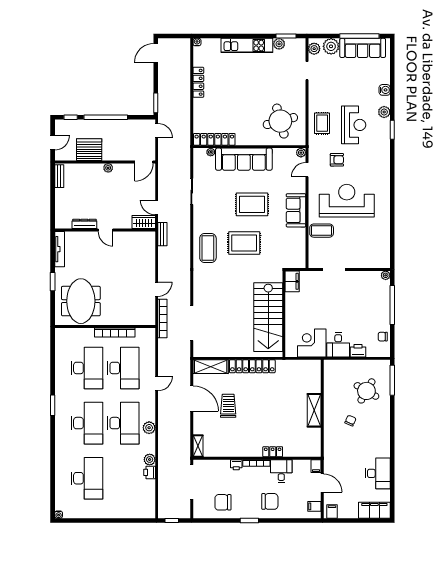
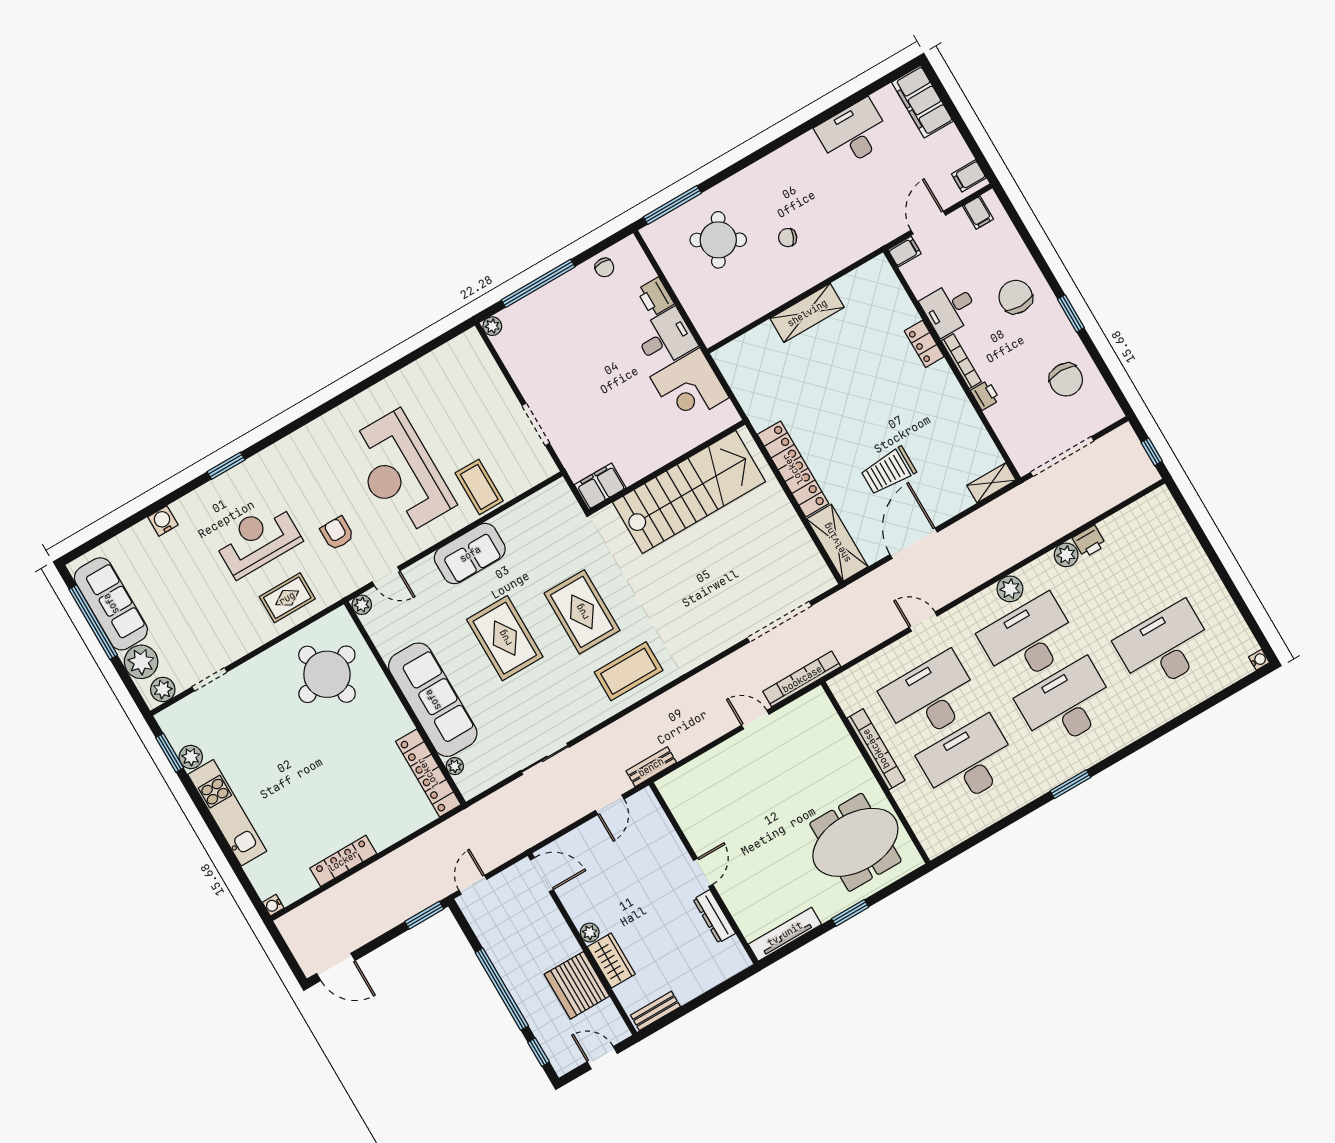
plant: (384, 112) -> (203, 499), removed
wardrobe: (144, 222) -> (611, 961), moved, turned 180

